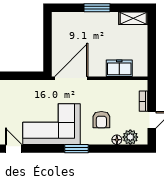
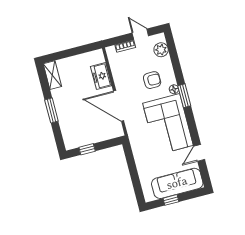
window: (47, 34) -> (87, 149), added
door: (71, 78) -> (119, 106), moved
floor lamp: (117, 140) -> (174, 89), moved

